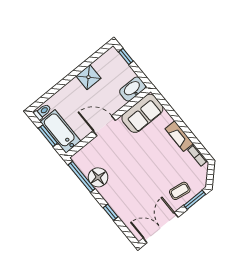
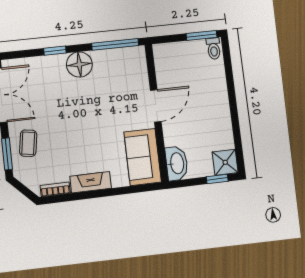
shower: (88, 77) -> (225, 162), moved
bathtub: (61, 131) -> (180, 54), removed
window: (48, 136) -> (202, 35), moved
floor lamp: (98, 177) -> (79, 64), moved

